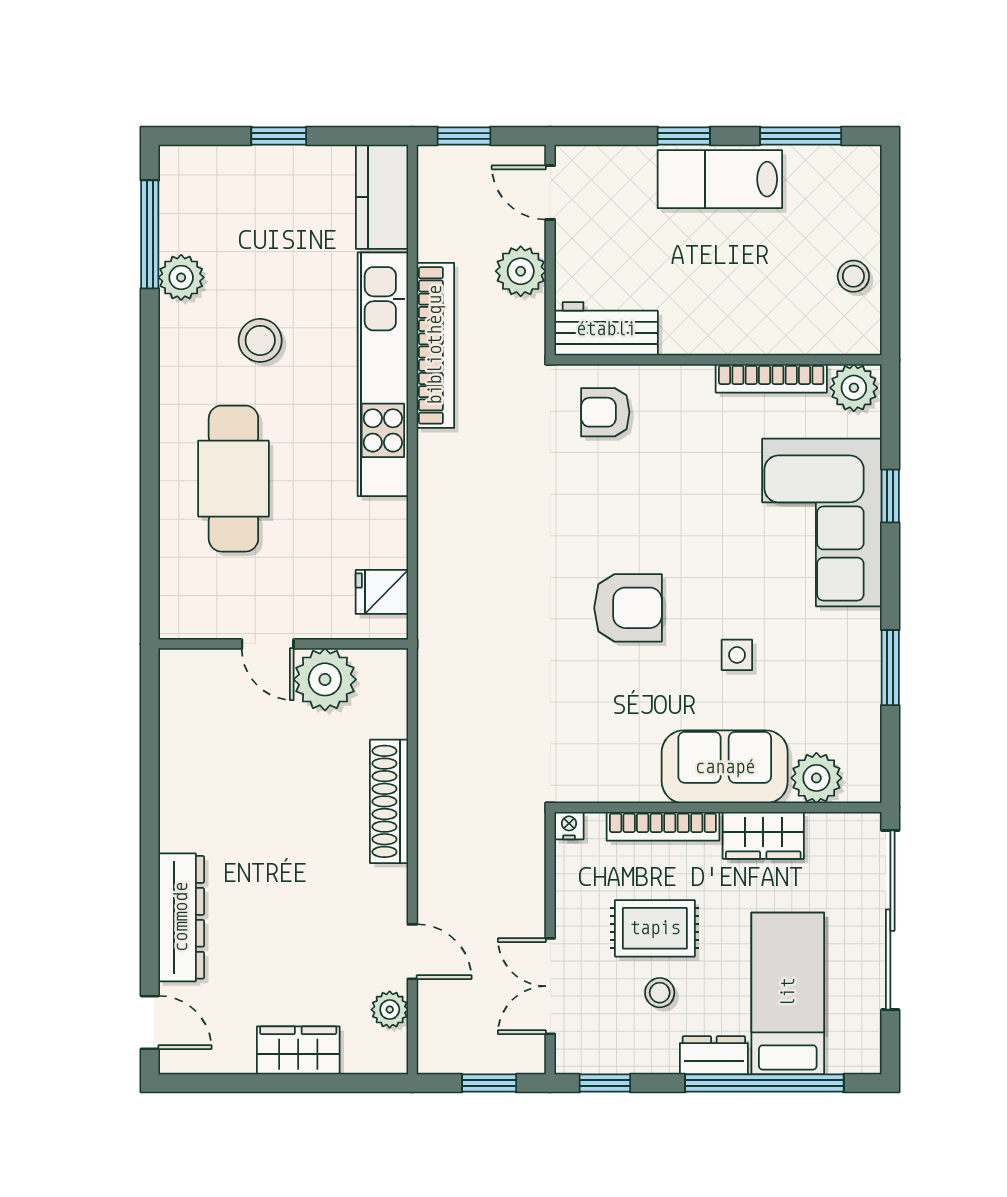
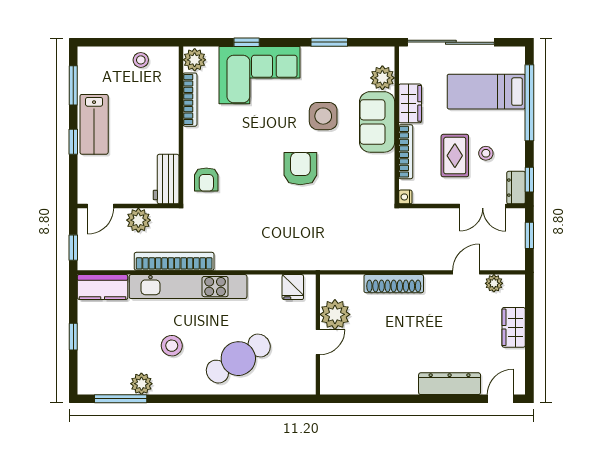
cafe table: (233, 479) -> (238, 359), turned -32
side table: (737, 655) -> (323, 116), width x1.87, depth x1.87
dresser: (714, 1055) -> (516, 188), moved

